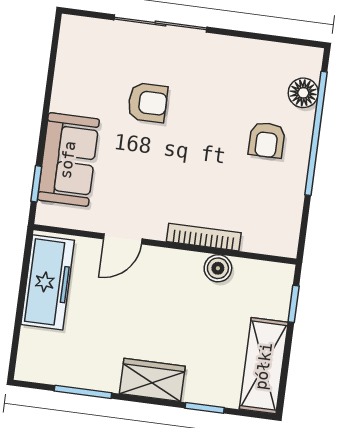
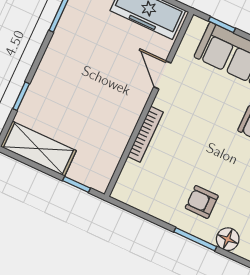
window: (316, 133) -> (195, 239), width x0.47
boiler: (218, 268) -> (120, 137), removed
wardrobe: (152, 380) -> (53, 64), removed

